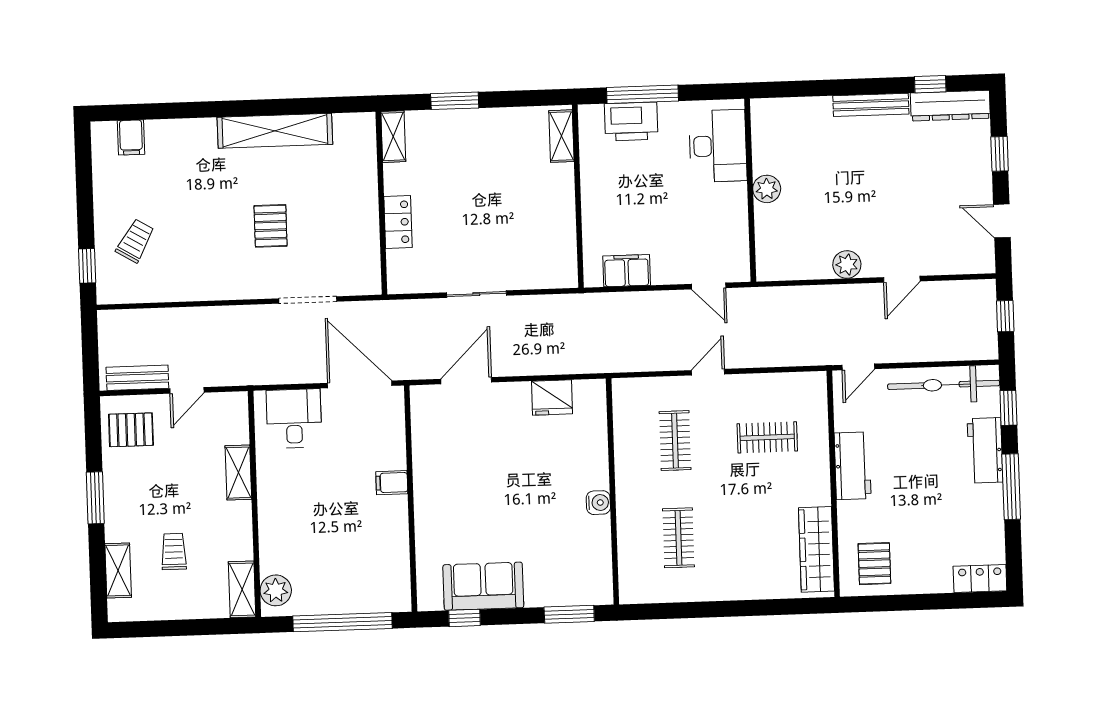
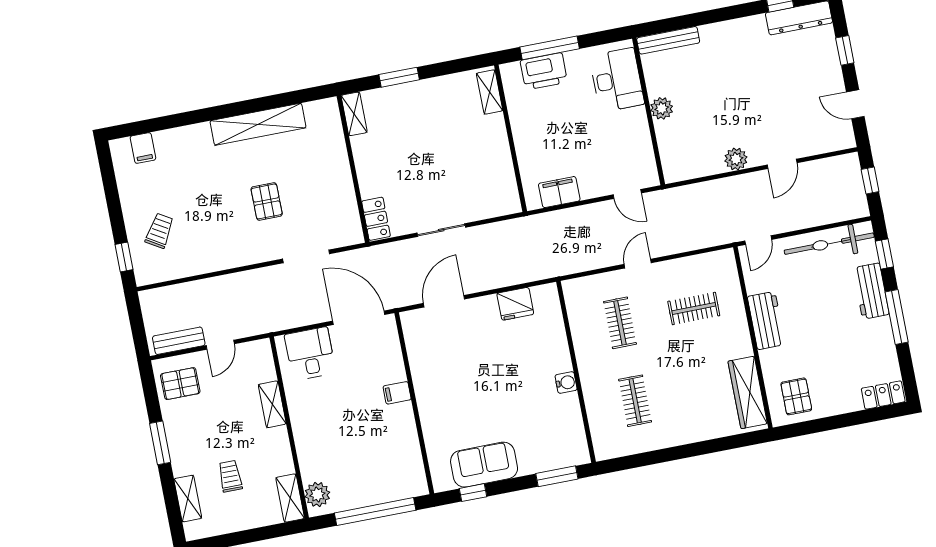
bench: (871, 105) -> (668, 40), moved
locker: (398, 222) -> (376, 219), moved

